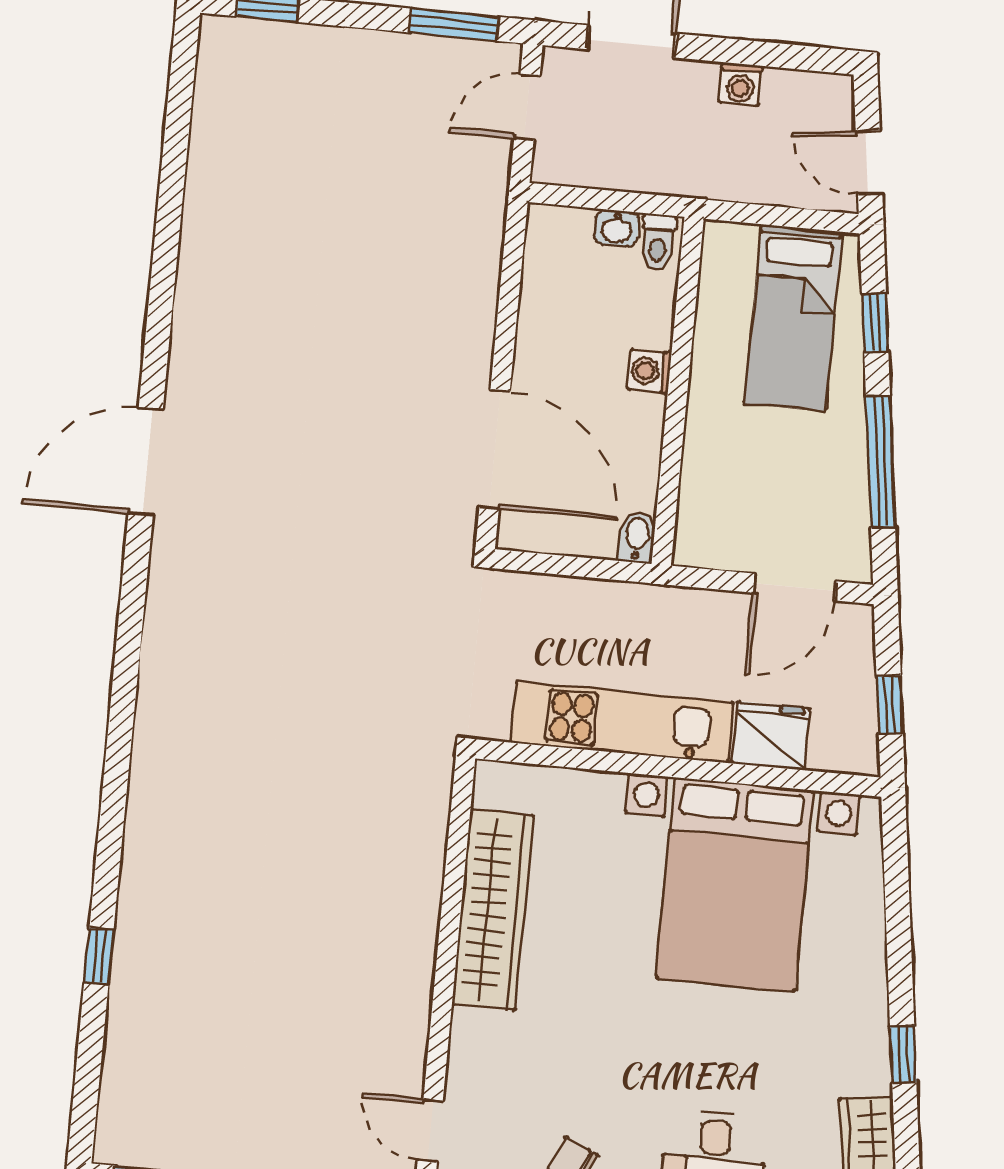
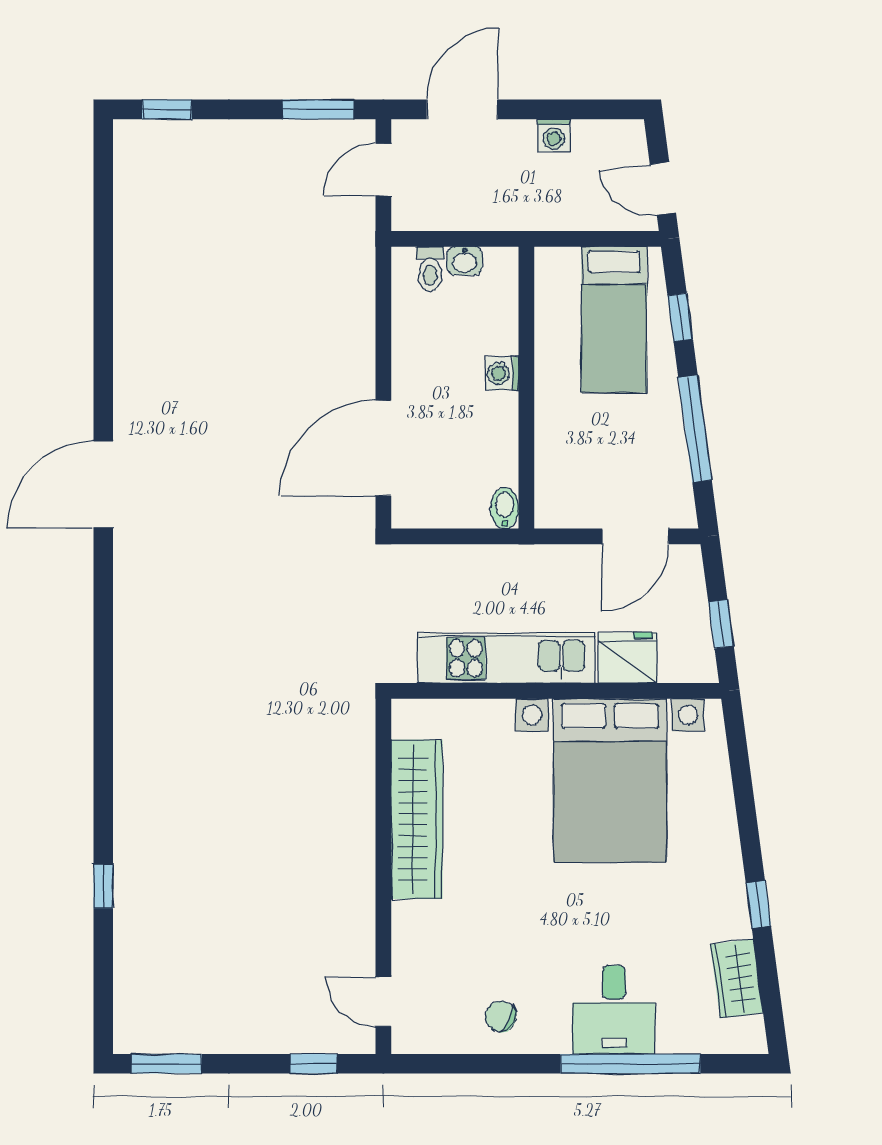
toilet: (658, 242) -> (430, 269), moved
door: (495, 449) -> (383, 448), swing flipped

